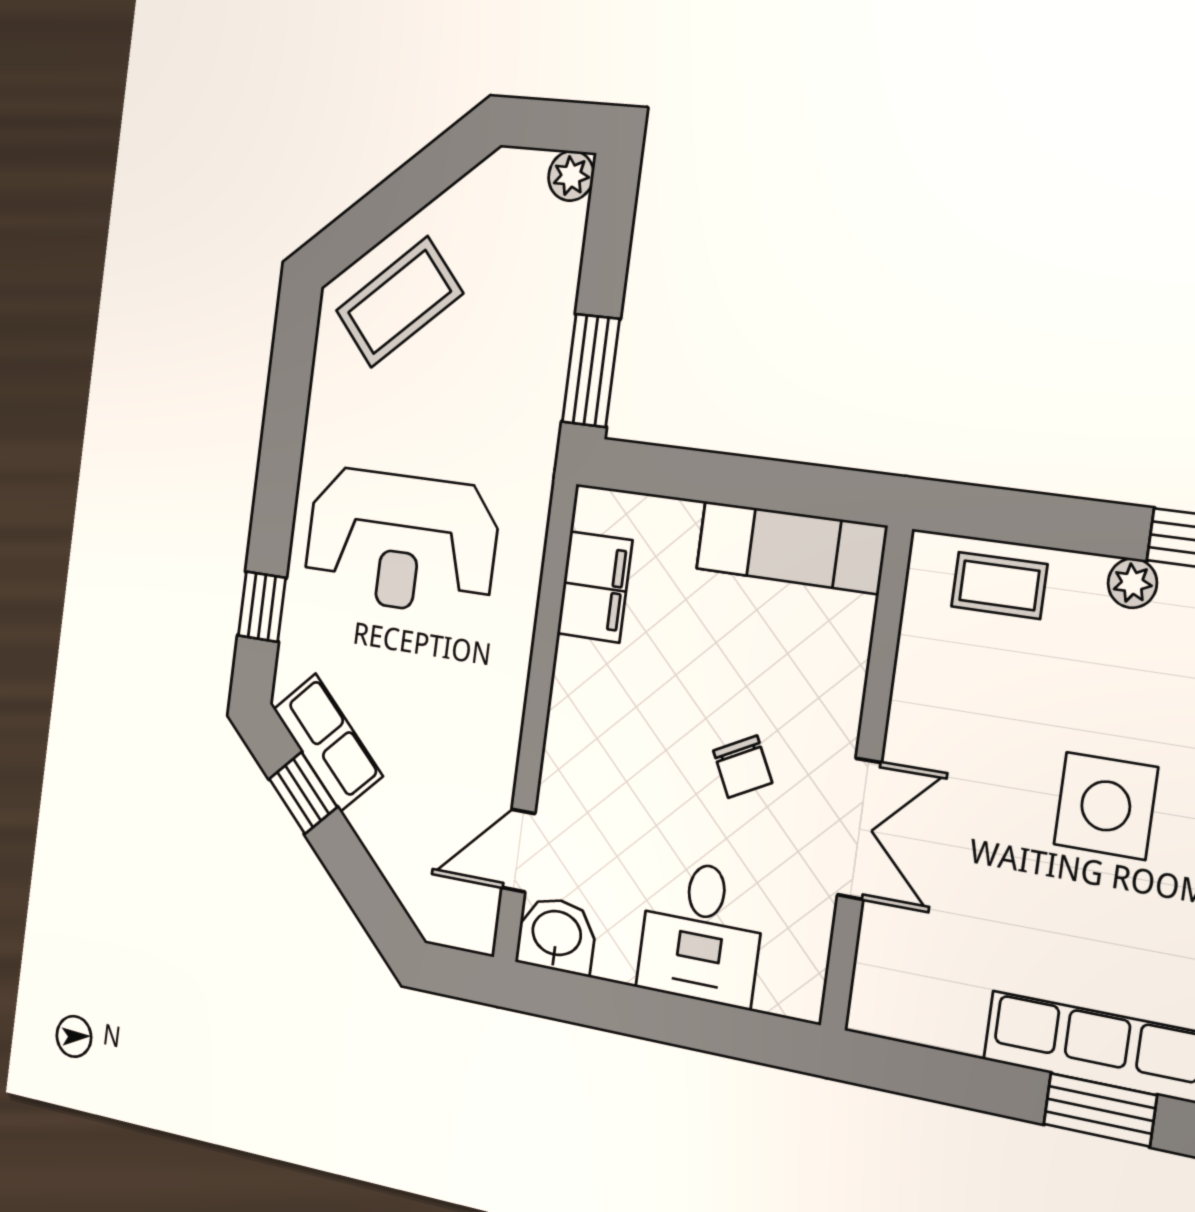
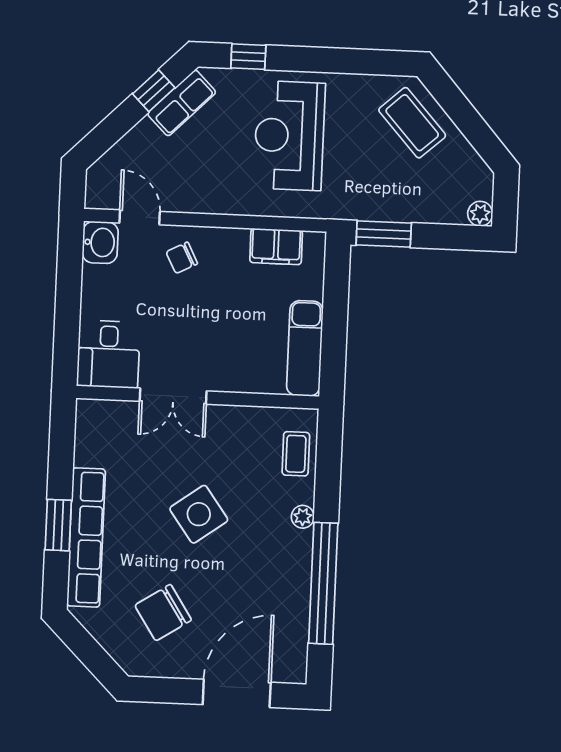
chair: (743, 767) -> (182, 258), moved
side table: (1106, 806) -> (199, 514), turned -36
desk: (701, 933) -> (108, 354), moved, turned -90

